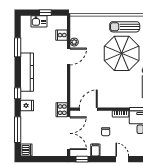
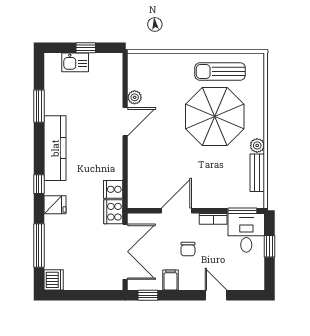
cooker: (61, 35) -> (113, 189), moved
door: (88, 109) -> (176, 211), moved

